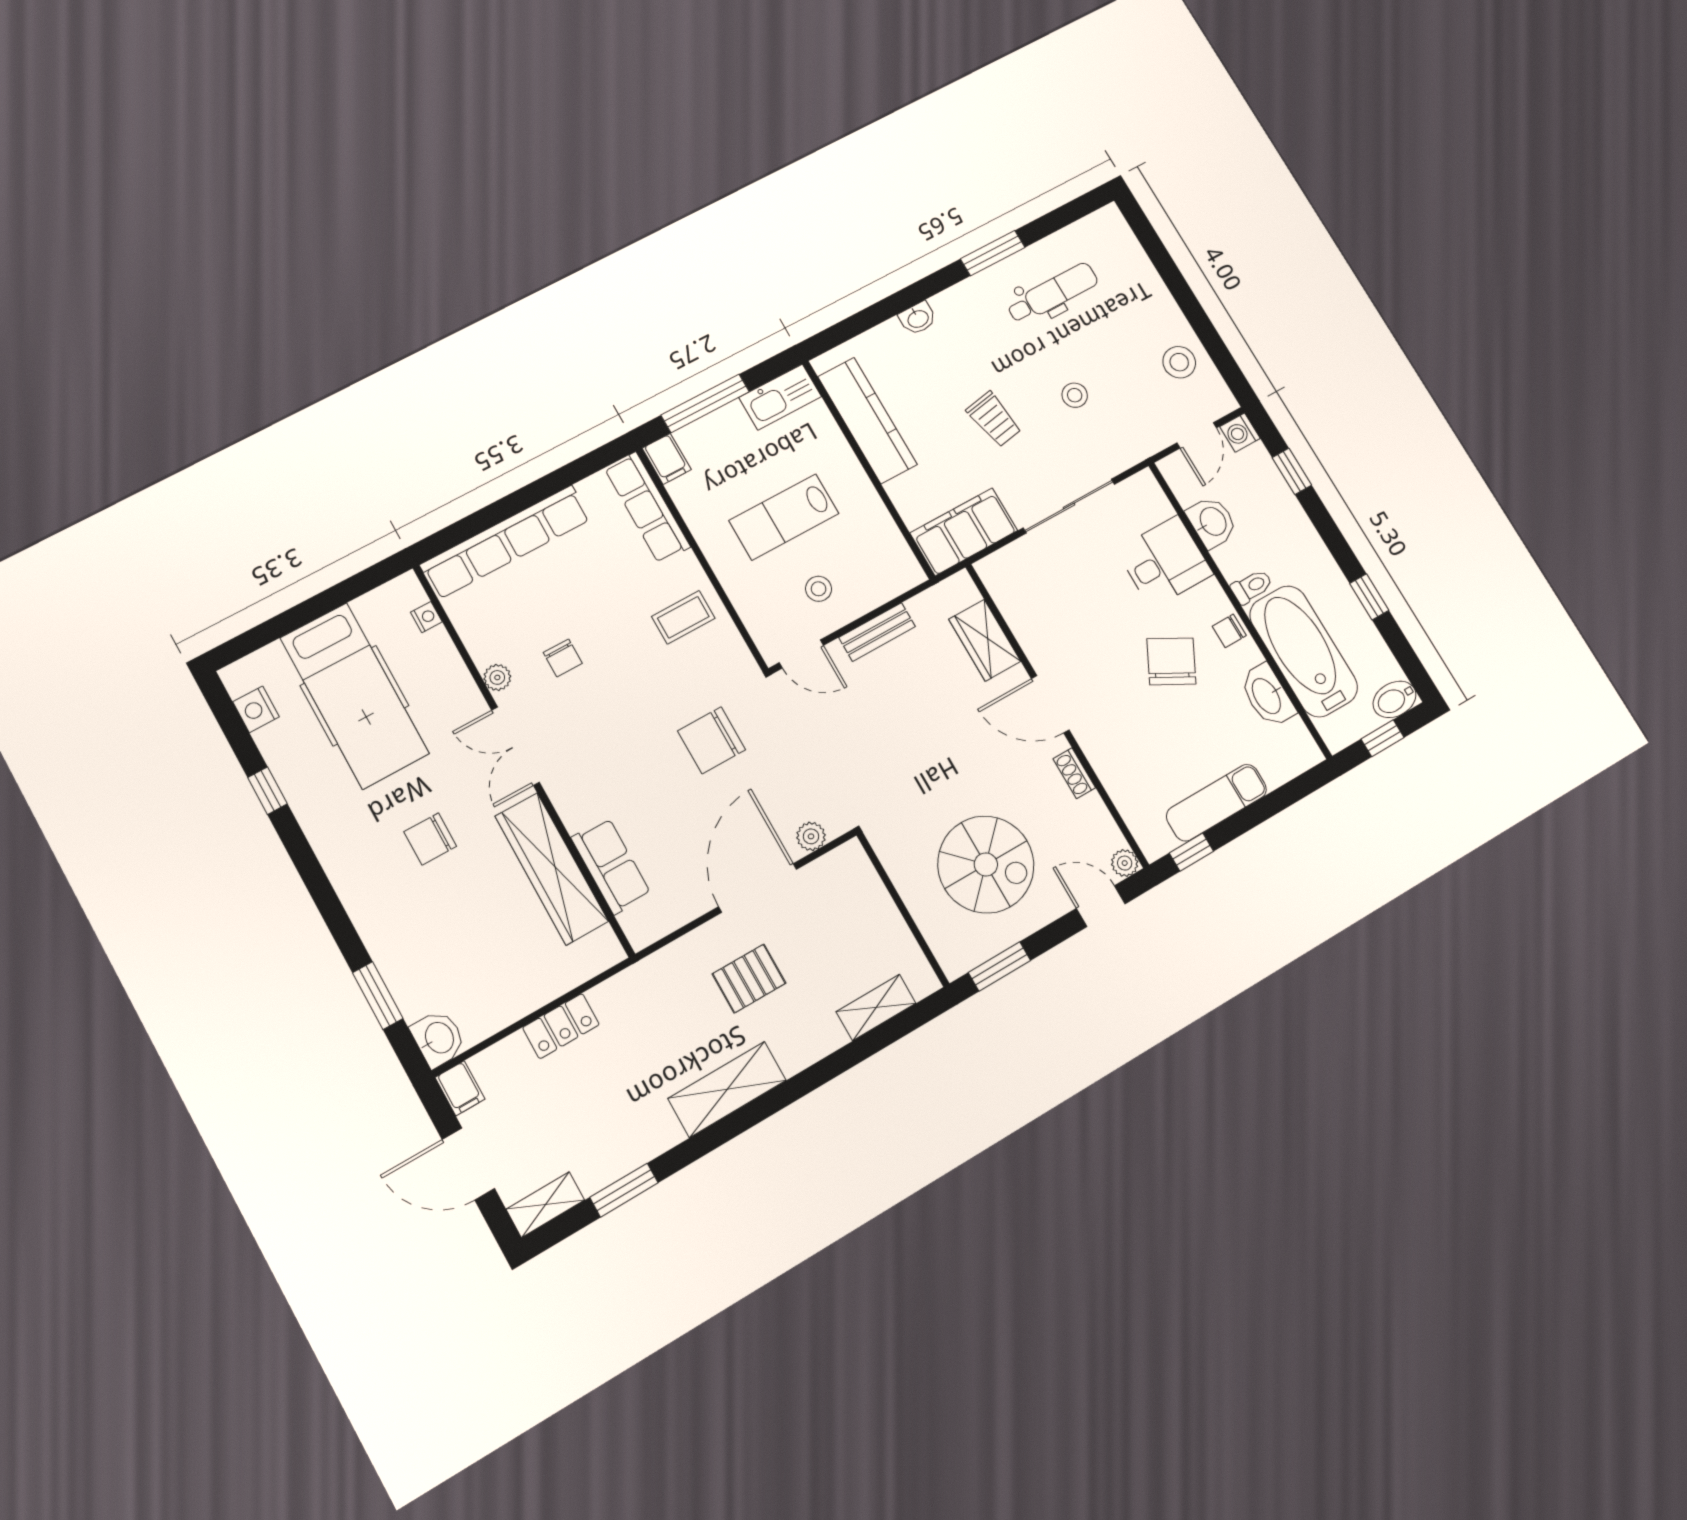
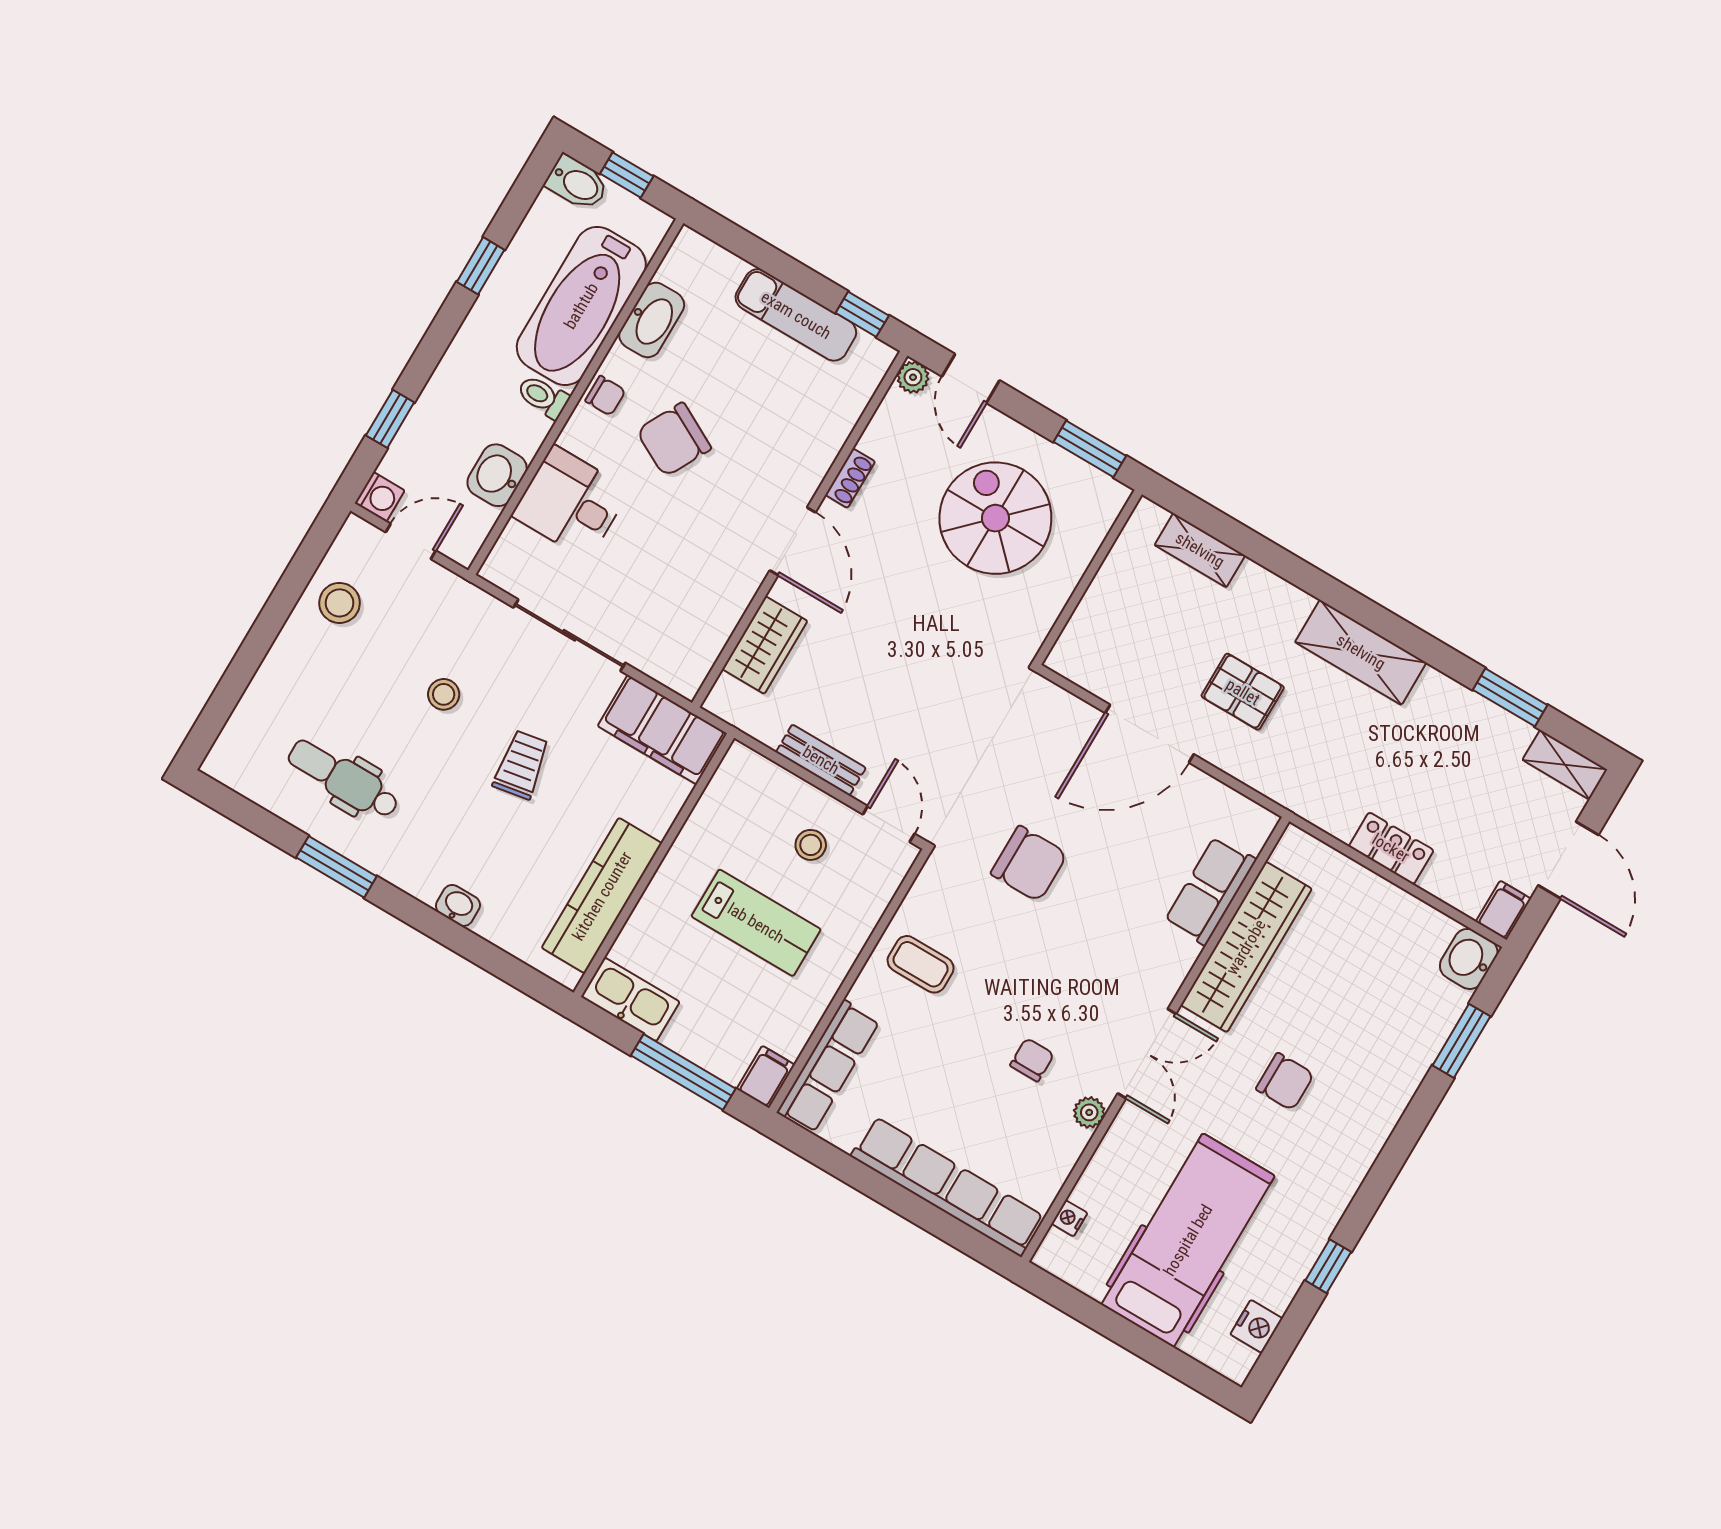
plant: (811, 836) -> (1068, 710), removed

